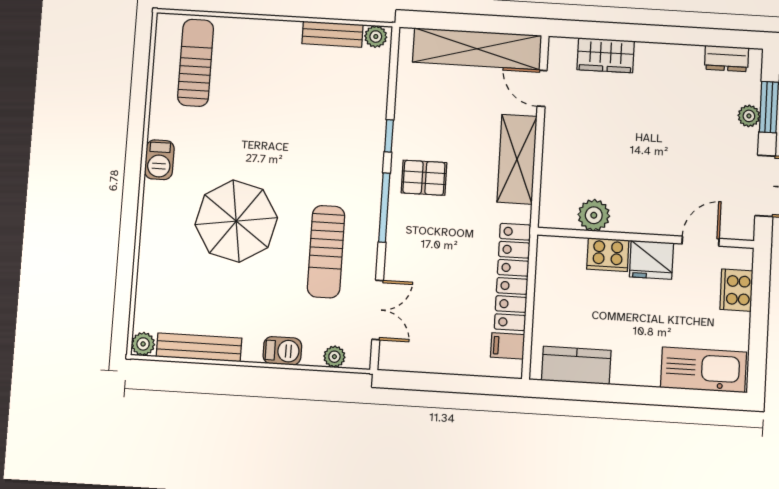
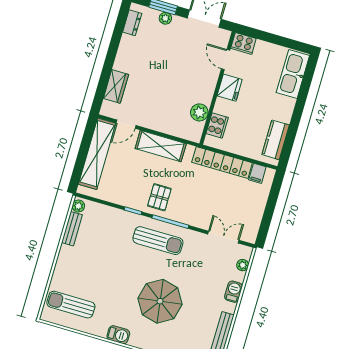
sun lounger: (326, 252) -> (158, 241), moved
cooker: (608, 255) -> (217, 125), moved
cooker: (736, 290) -> (243, 43), moved

